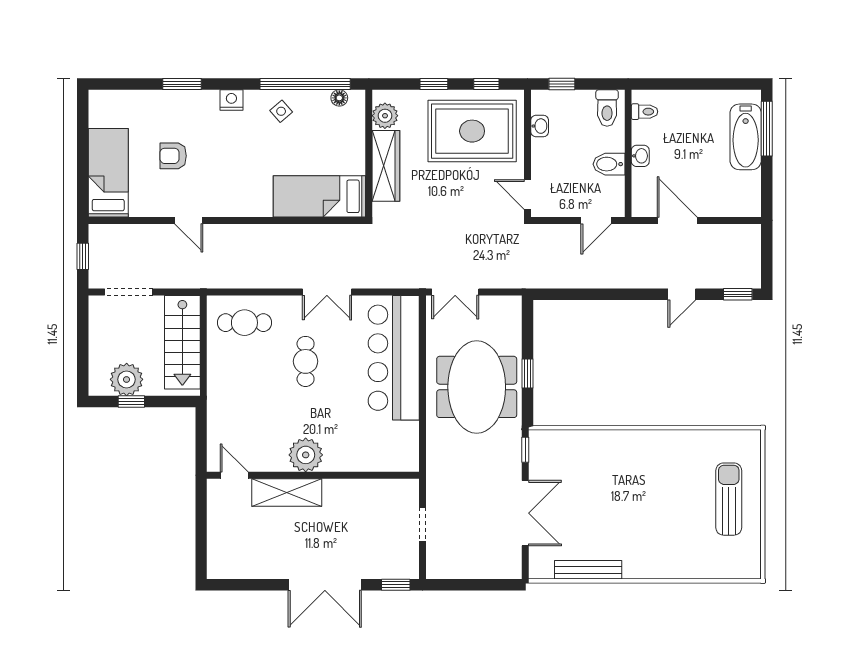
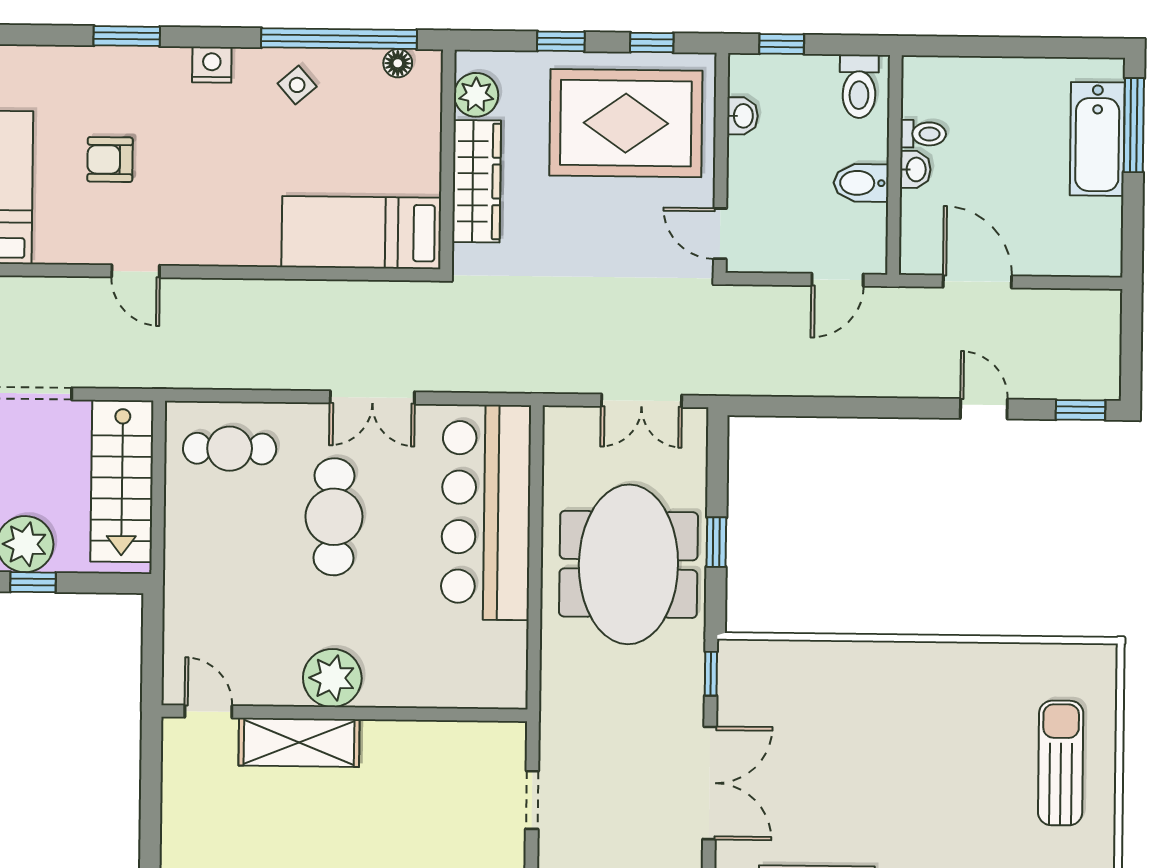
toilet: (645, 112) -> (923, 134), moved
double door: (455, 292) -> (642, 401), moved
door: (682, 294) -> (984, 409), swing flipped
cafe table: (306, 361) -> (334, 517), width x1.37, depth x1.35

